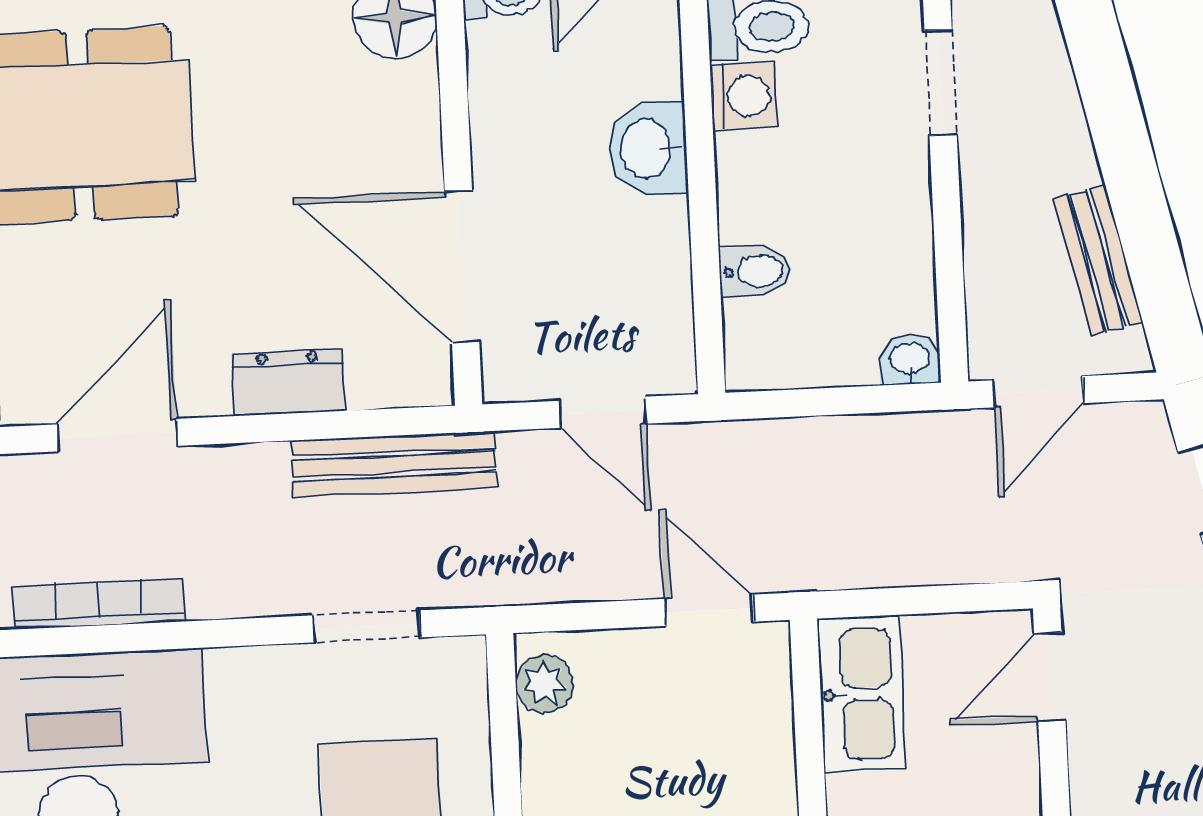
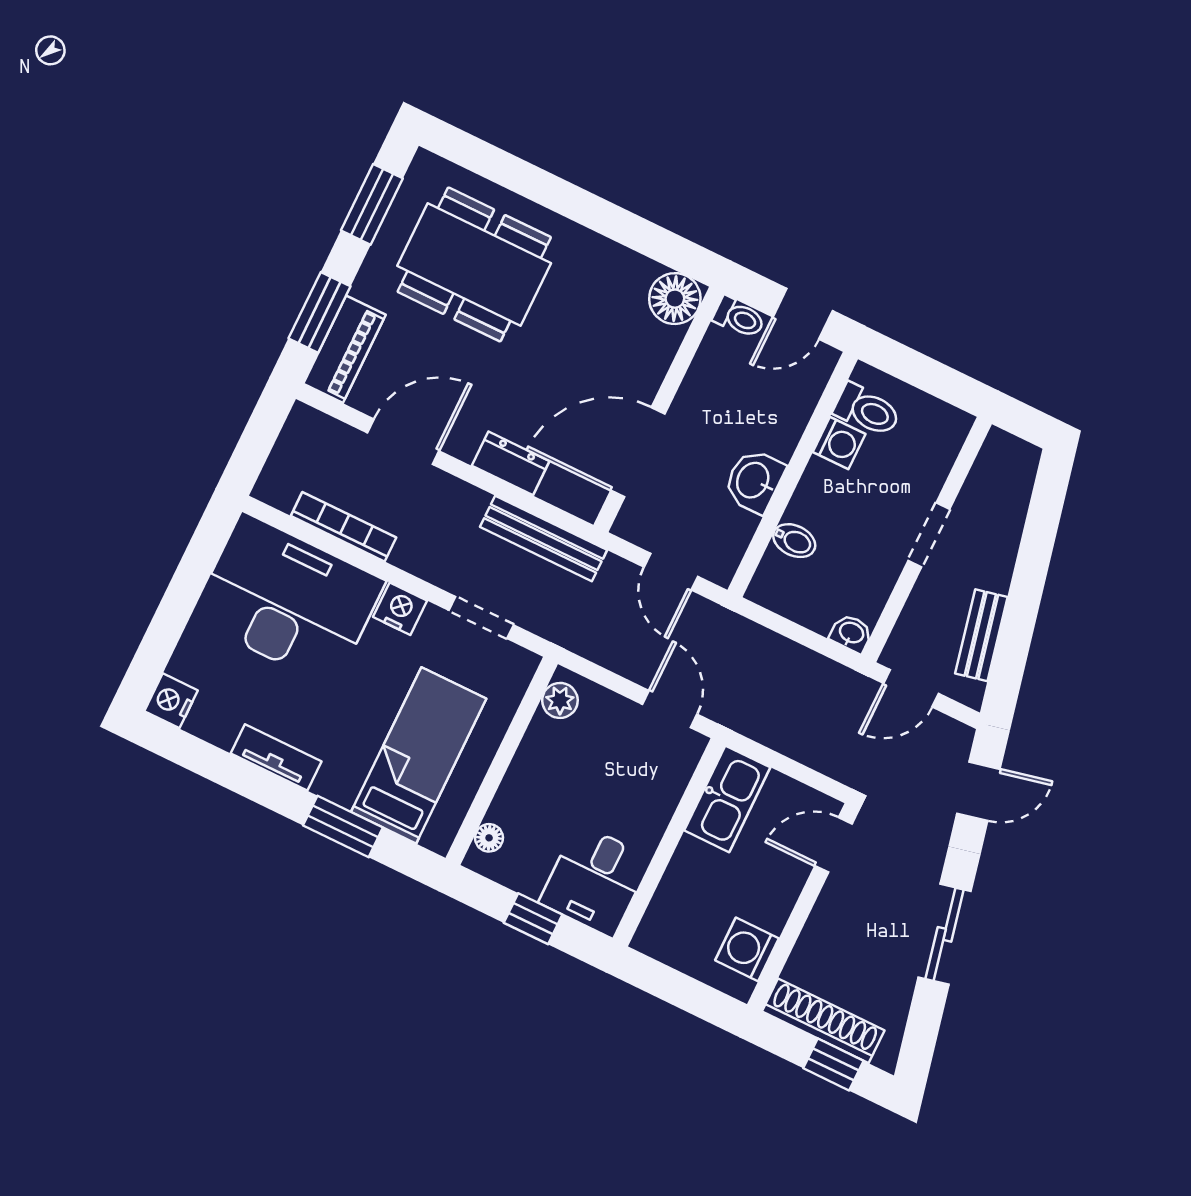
doorway: (941, 83) -> (929, 535), moved
washbasin: (648, 148) -> (754, 481), moved
door: (462, 267) -> (638, 452), hinge flipped
nightstand: (243, 677) -> (400, 609), added

